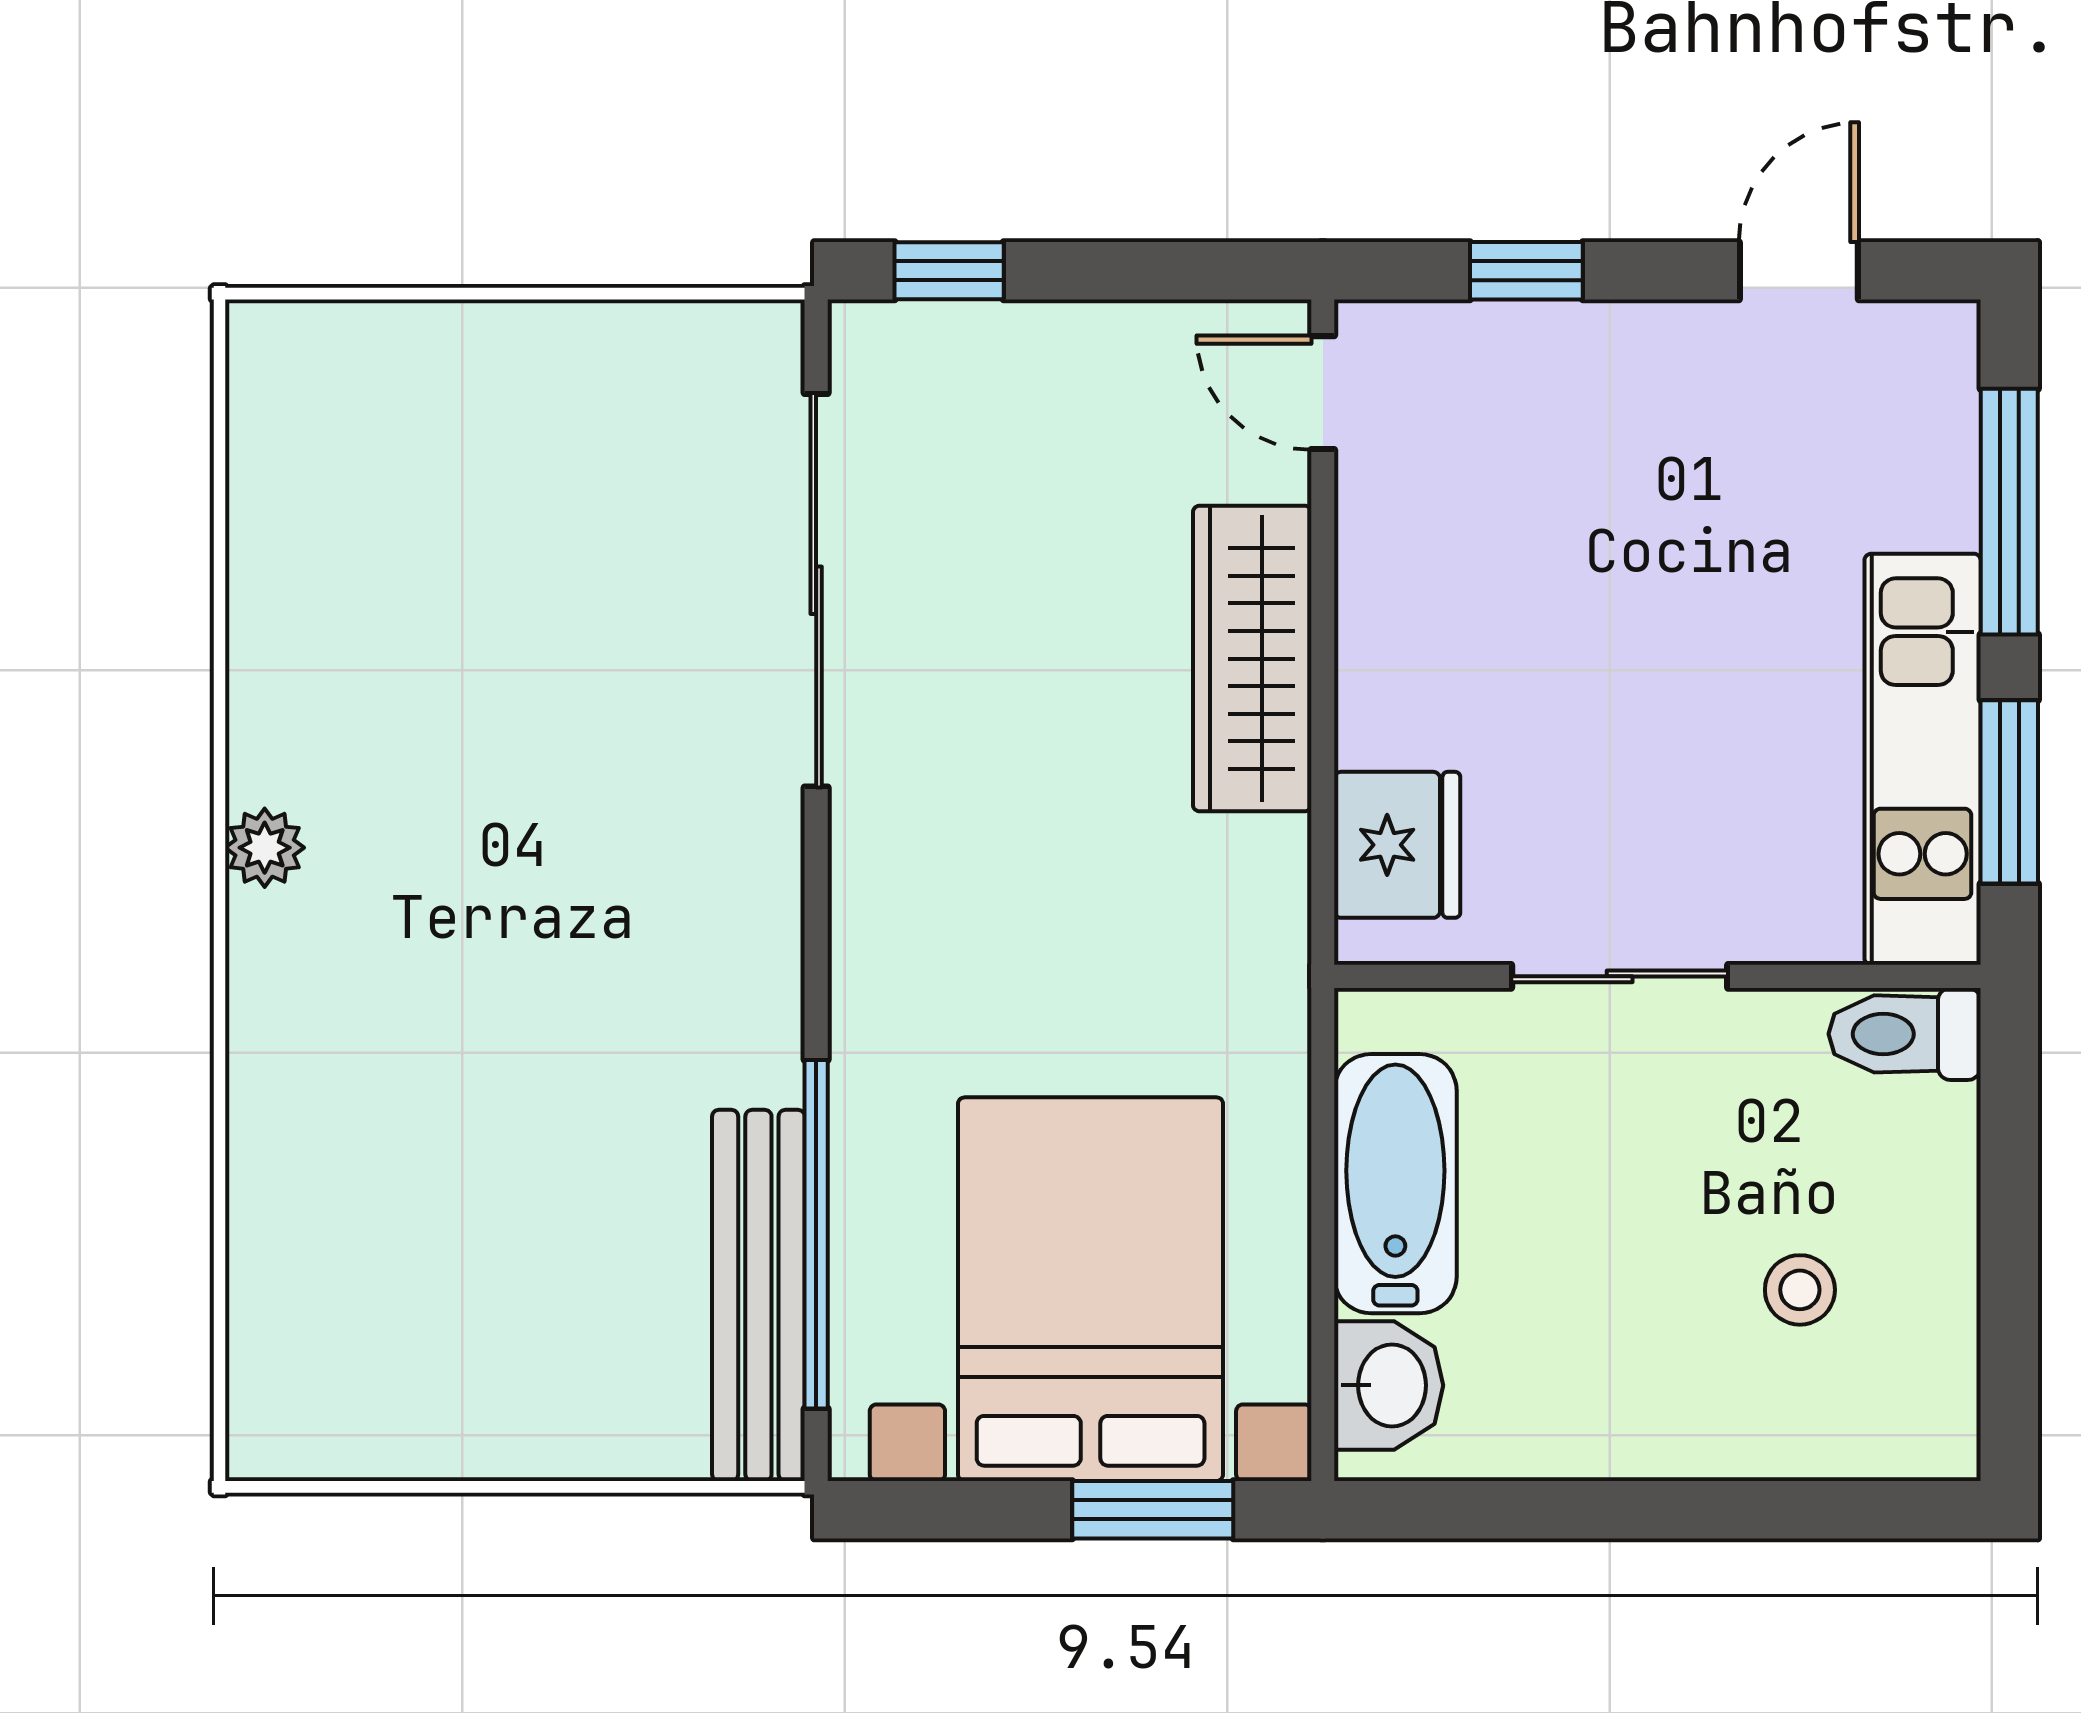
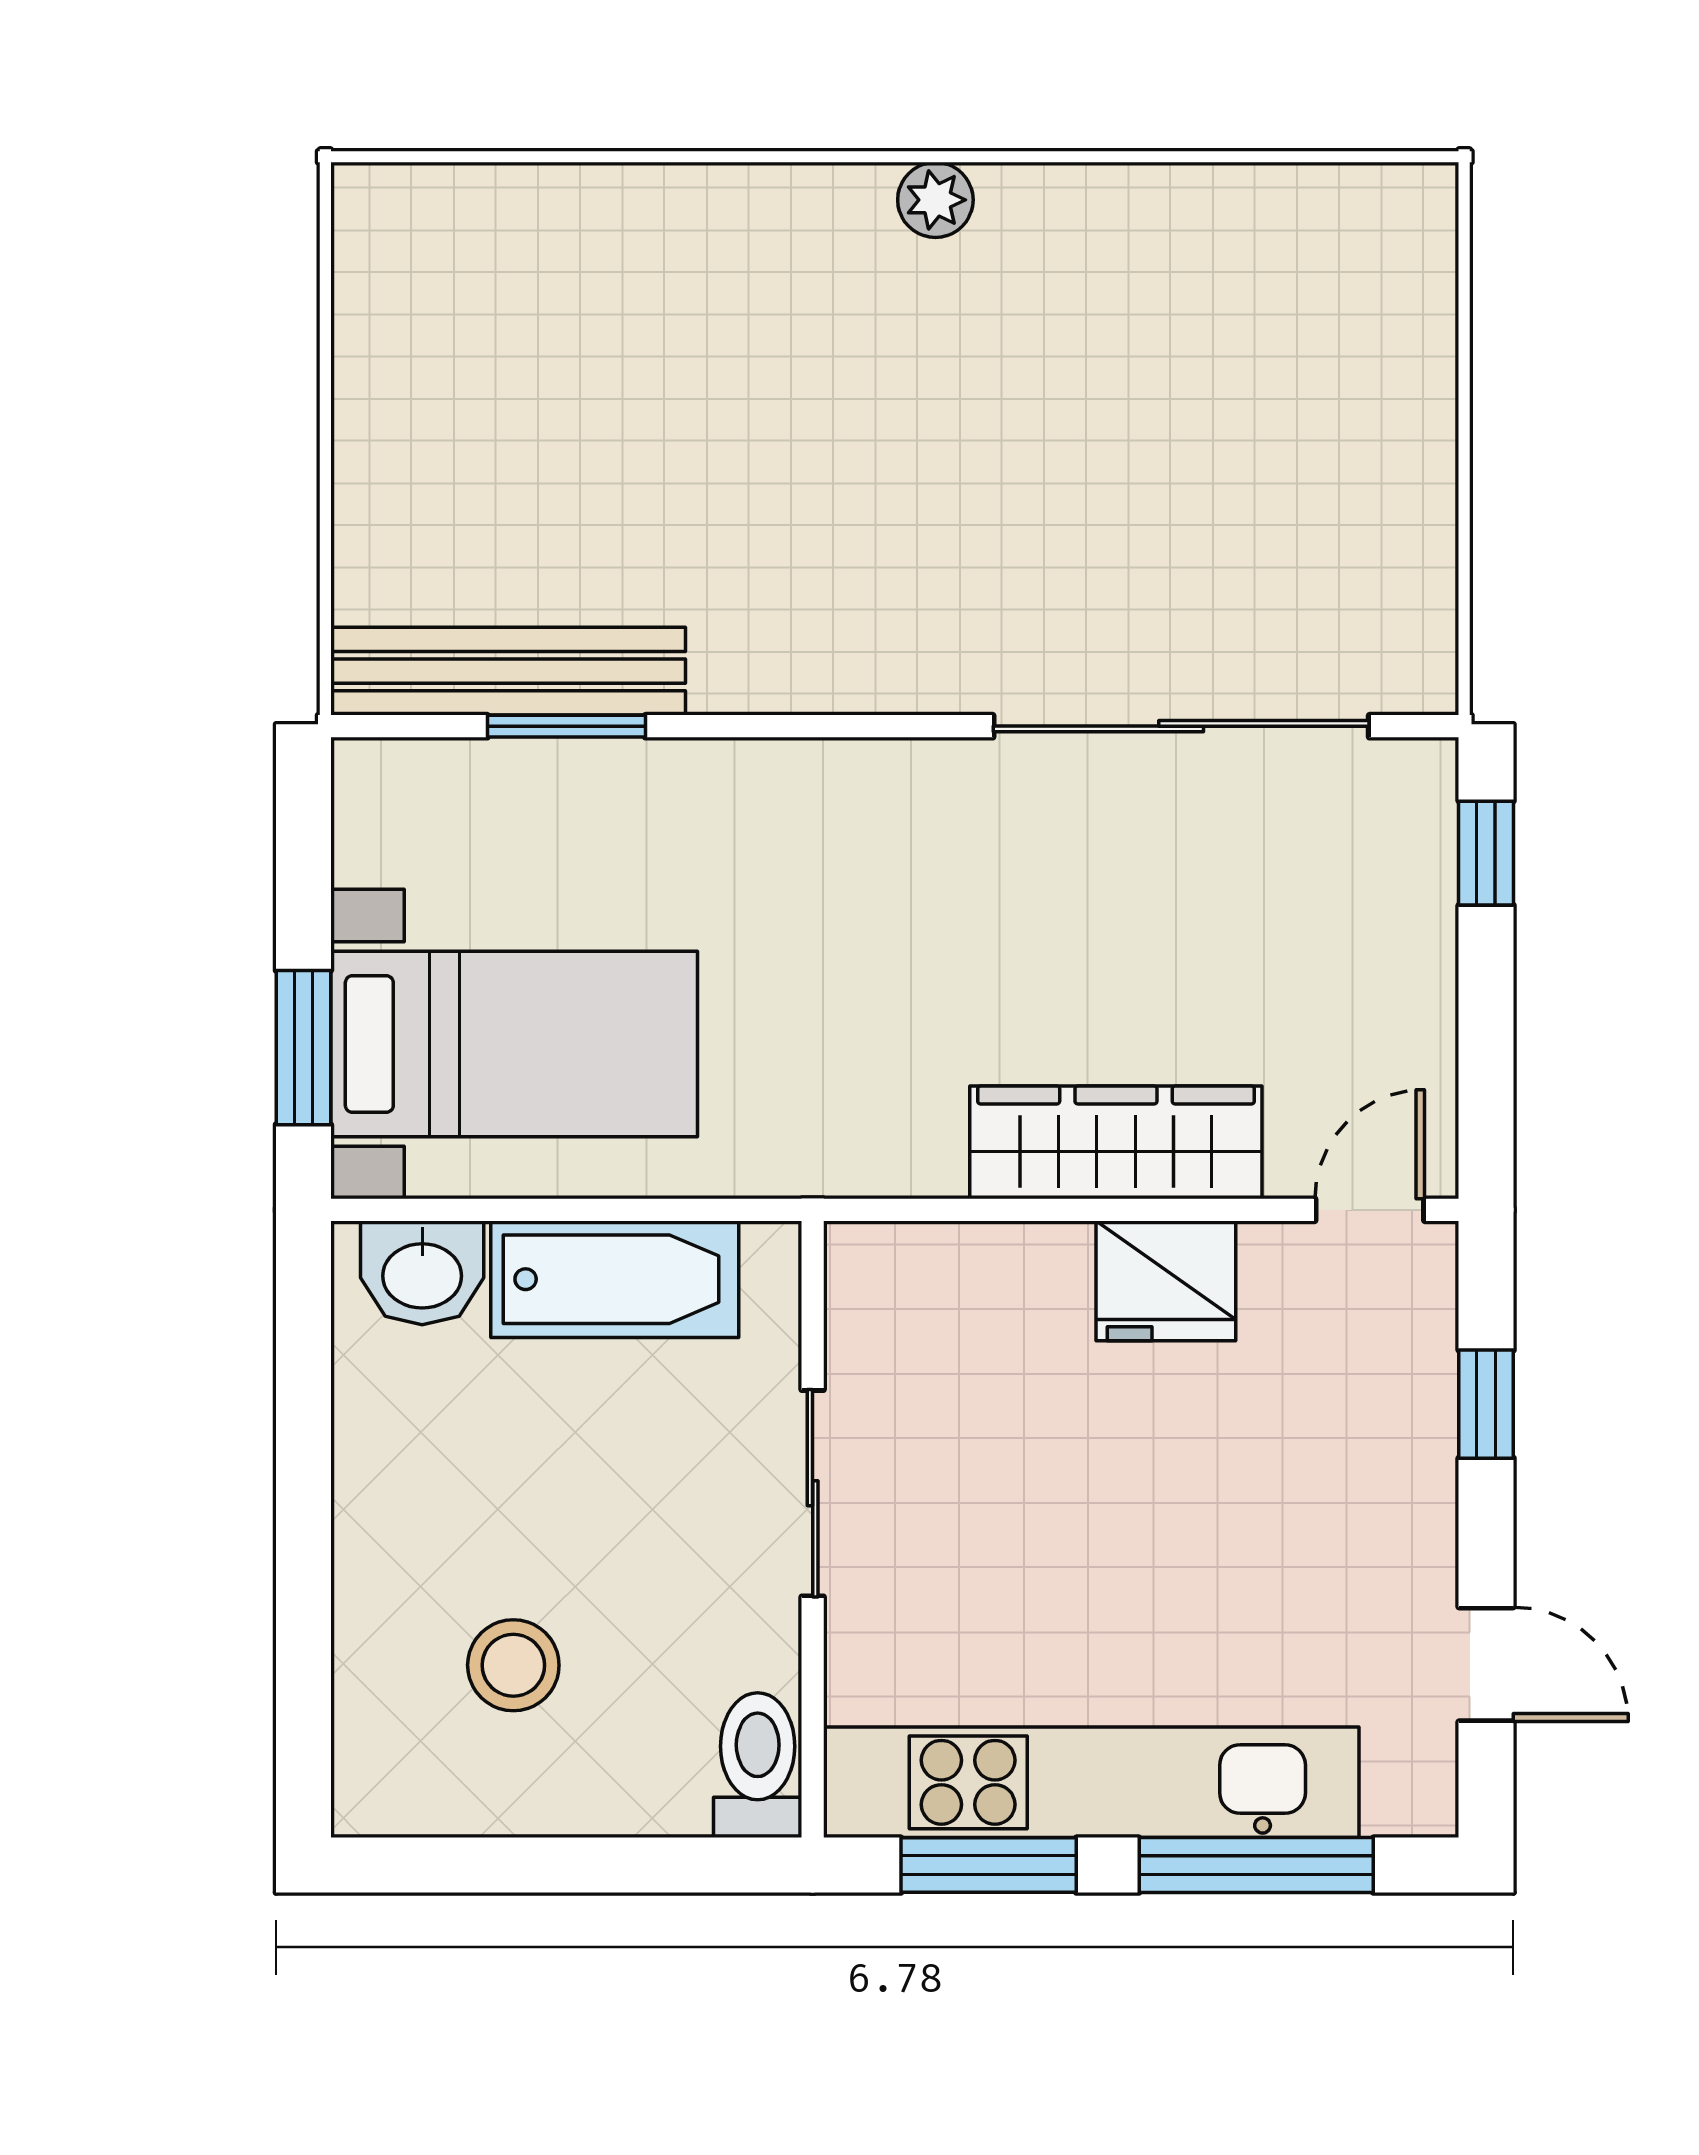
kitchen unit: (1923, 759) -> (1091, 1782), width x1.36
fridge: (1397, 845) -> (1166, 1281), moved
window: (816, 1234) -> (566, 726), width x0.47
bed with nightstands: (1091, 1289) -> (514, 1044), width x0.73
stool: (1800, 1290) -> (513, 1665), width x1.37, depth x1.37

